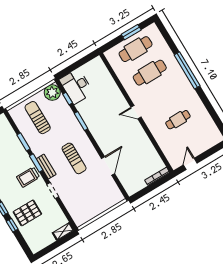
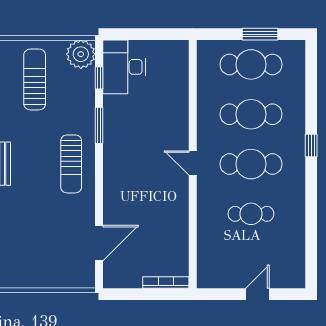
window: (187, 70) -> (311, 146), width x0.32
cafe table: (164, 96) -> (251, 164), added
sun lounger: (74, 158) -> (71, 164), moved
door: (190, 164) -> (257, 294), moved
door: (108, 166) -> (99, 243), moved

